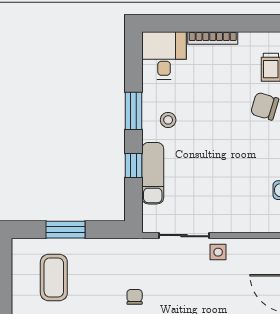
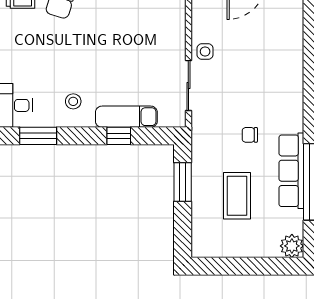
window: (134, 111) -> (38, 136), moved
window: (66, 230) -> (183, 182), moved
coffee table: (54, 277) -> (237, 196), moved, turned 90

